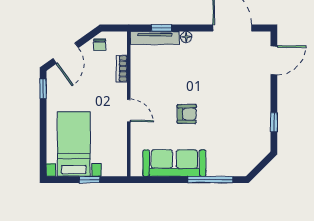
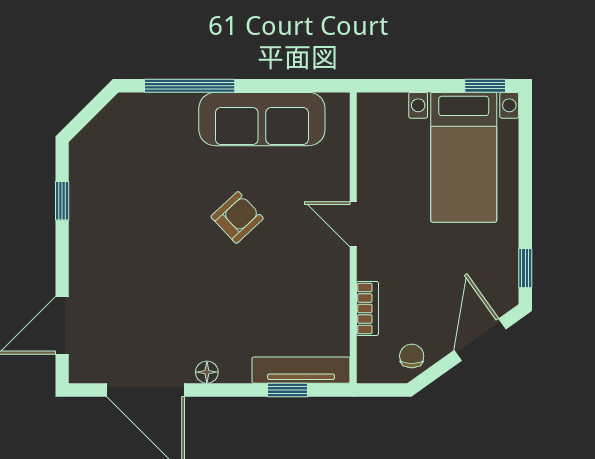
floor lamp: (186, 37) -> (207, 372), moved
armchair: (187, 114) -> (237, 217), turned 137
window: (90, 180) -> (485, 86), moved

